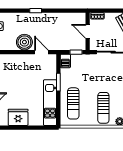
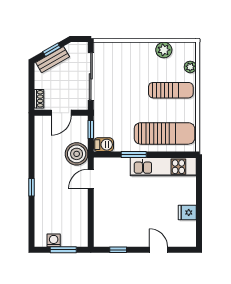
boiler: (24, 42) -> (77, 154), moved
sun lounger: (73, 103) -> (164, 133), width x1.36, depth x1.34
fridge: (18, 117) -> (187, 212), width x0.53, depth x0.75

